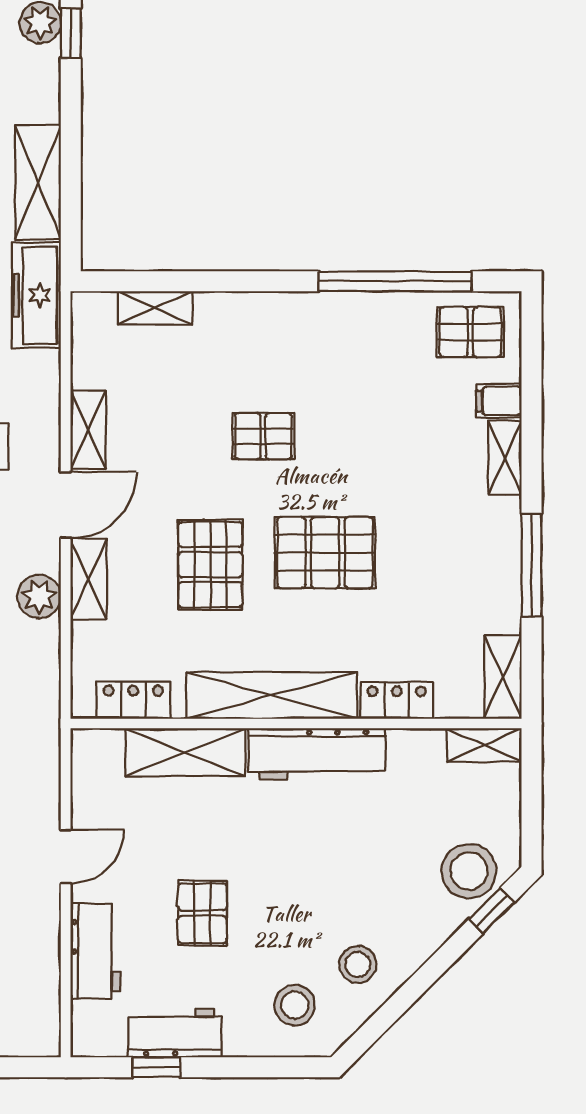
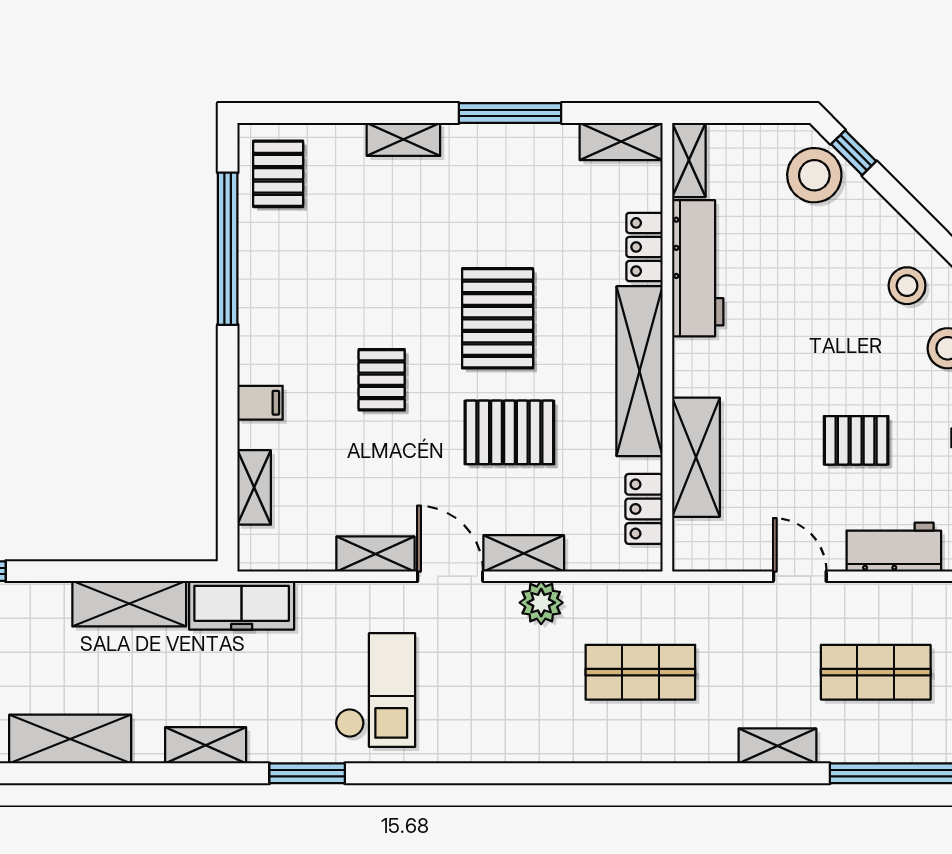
filing cabinet: (499, 401) -> (260, 403), moved, turned -90
workbench: (317, 754) -> (698, 268), moved

